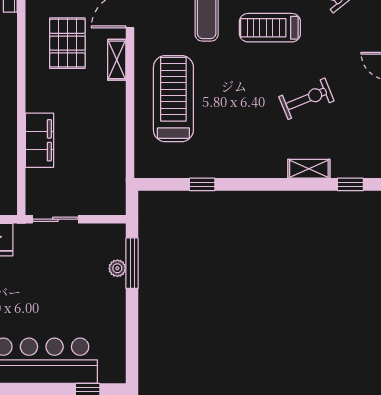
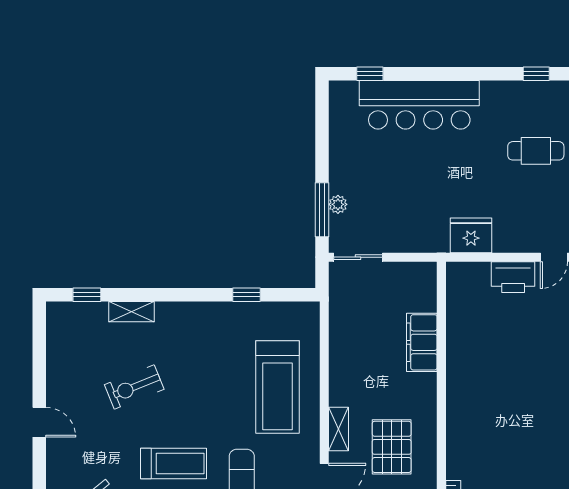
sliding door: (55, 219) -> (358, 257), moved

